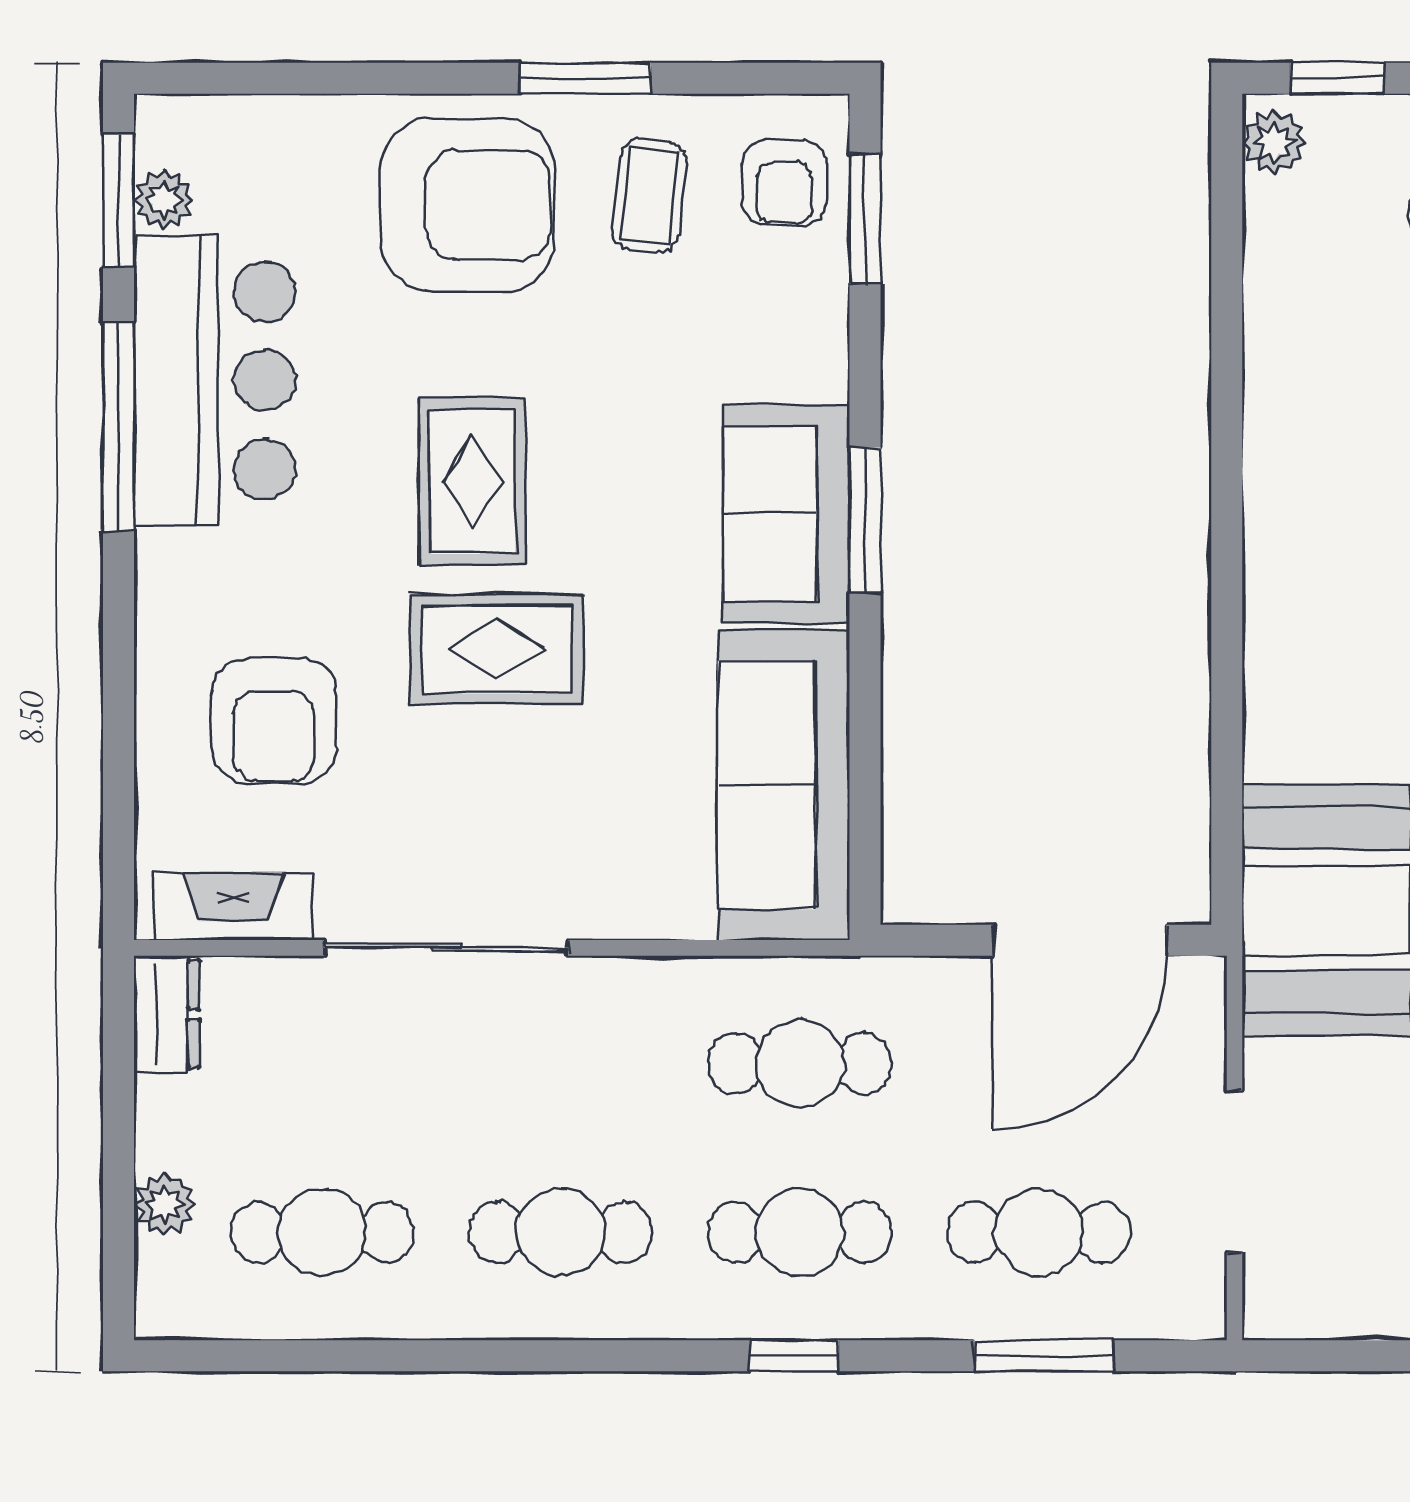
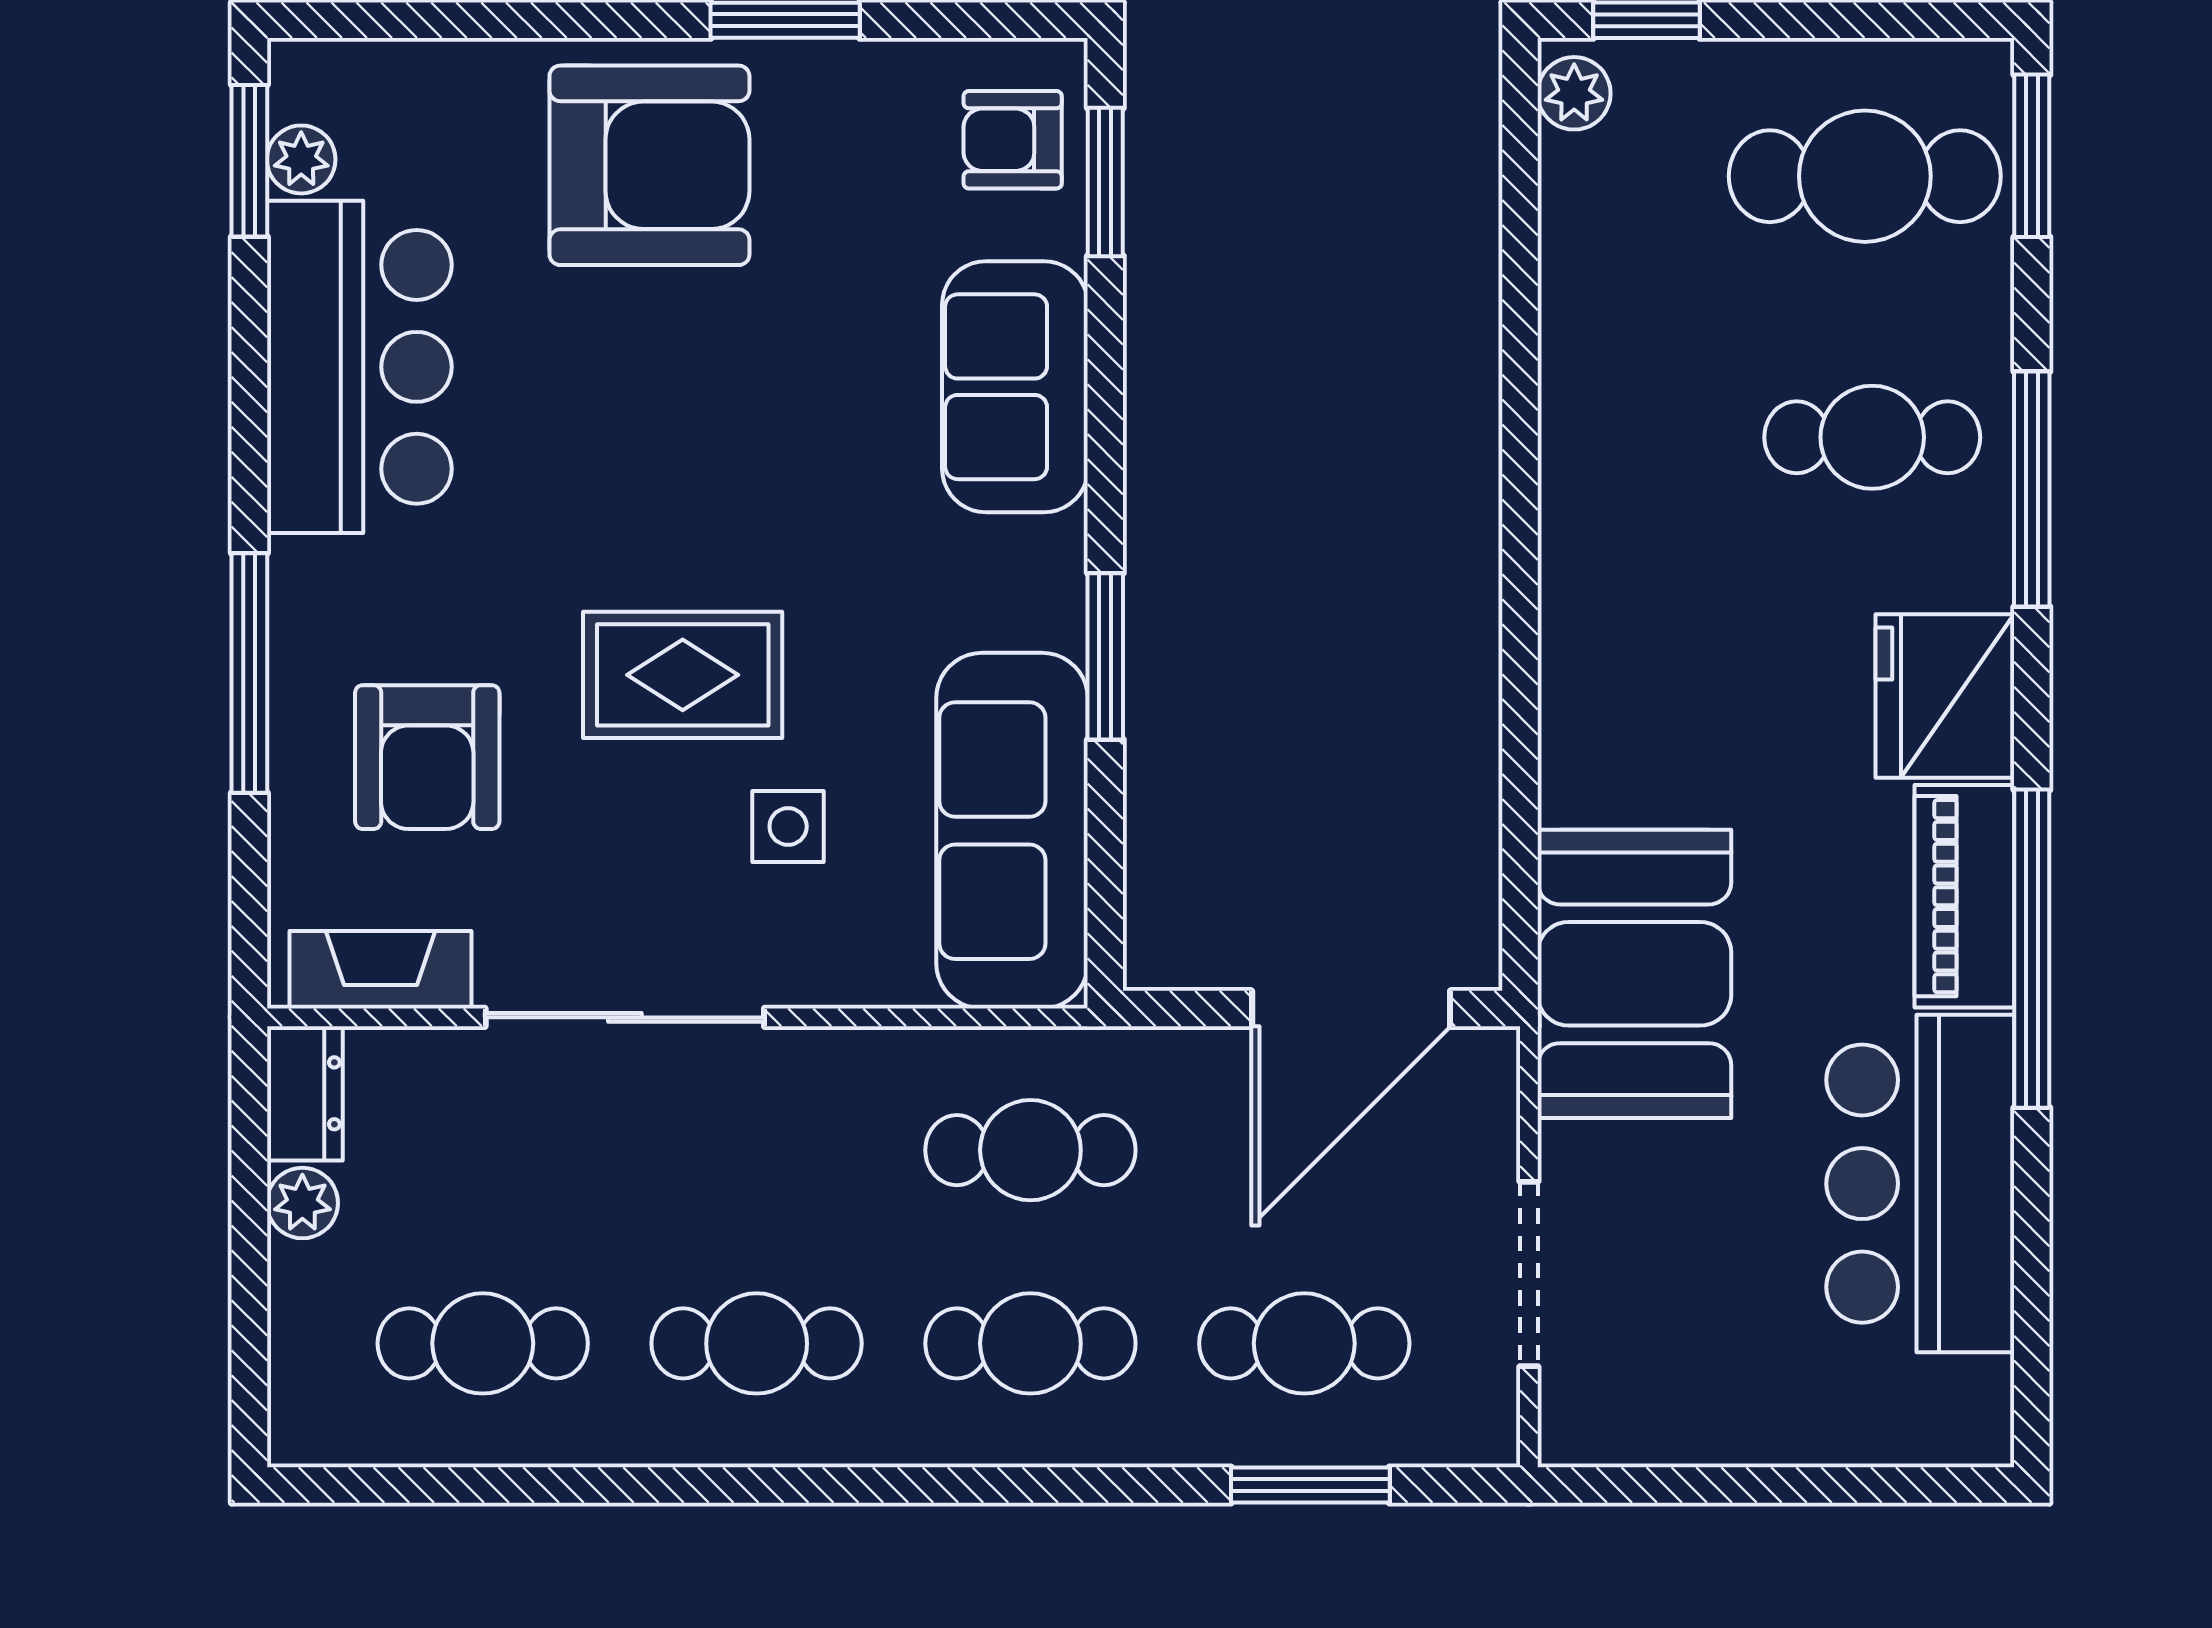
armchair: (784, 183) -> (1013, 140), turned 90
coffee table: (649, 195) -> (858, 155), removed
window: (119, 427) -> (249, 673), moved
rug: (472, 482) -> (655, 483), removed
sofa: (786, 514) -> (1015, 387), moved
window: (865, 520) -> (1105, 656), moved
side table: (588, 781) -> (788, 826), added
plant: (165, 1204) -> (302, 1203), moved
window: (794, 1356) -> (1024, 1485), removed

